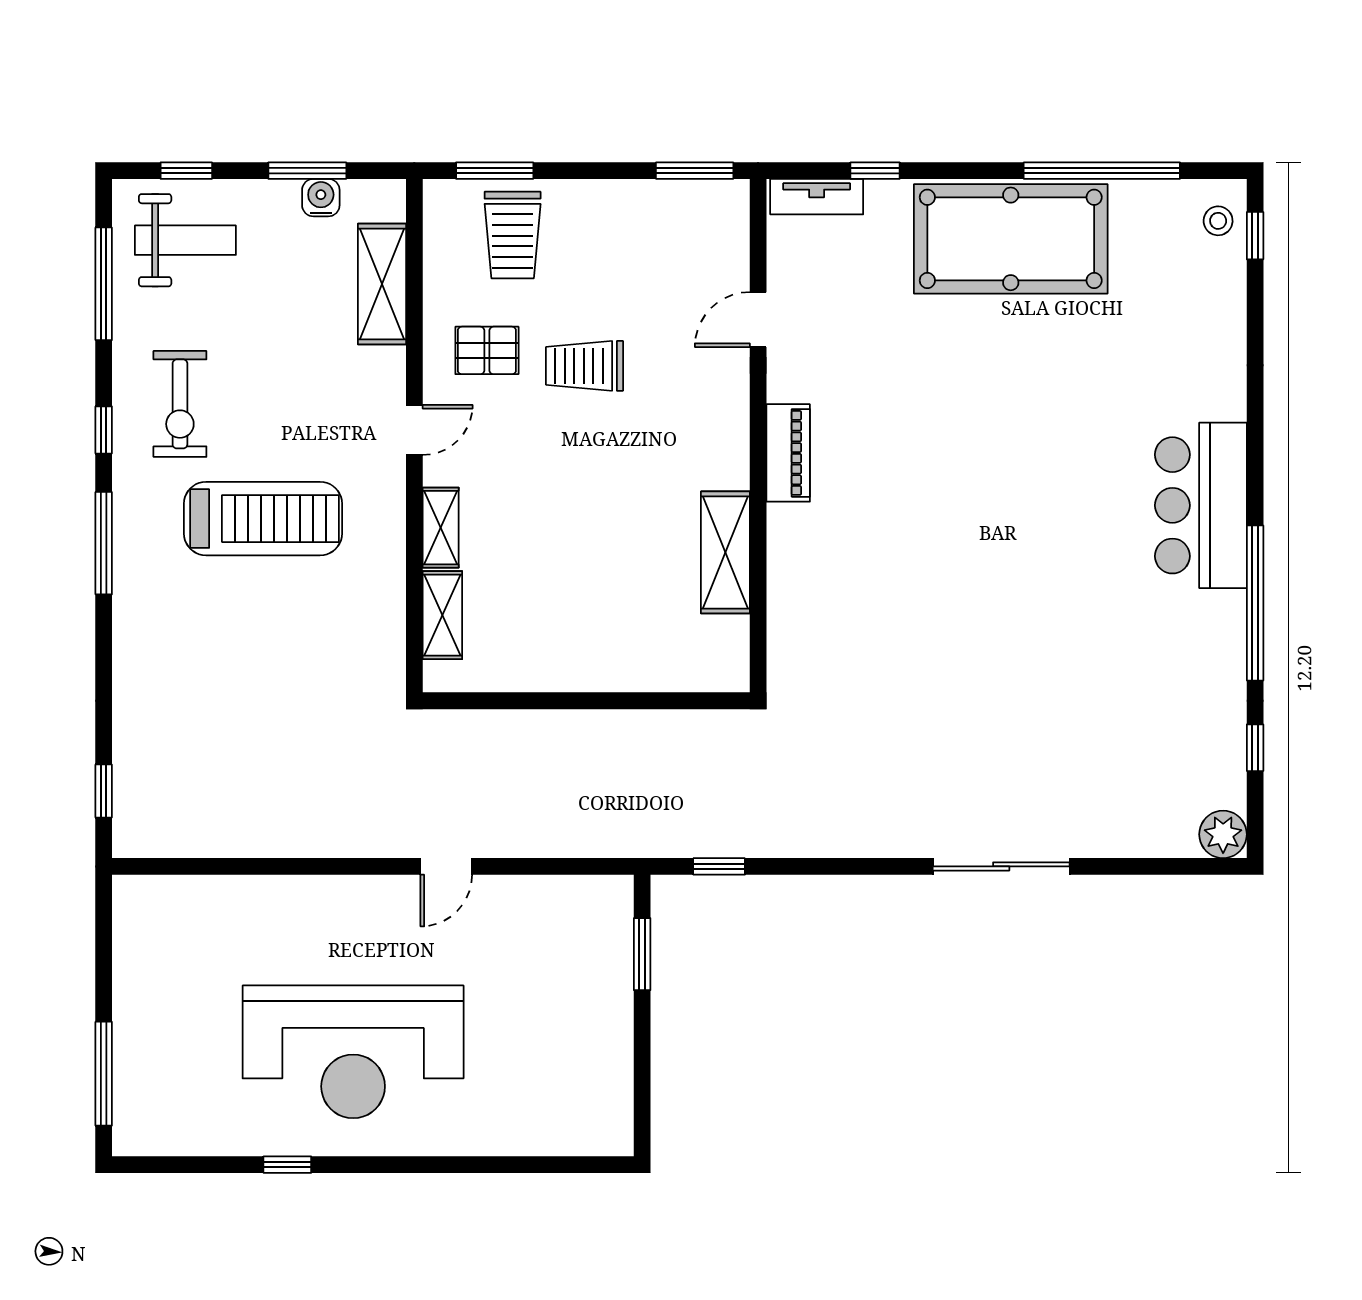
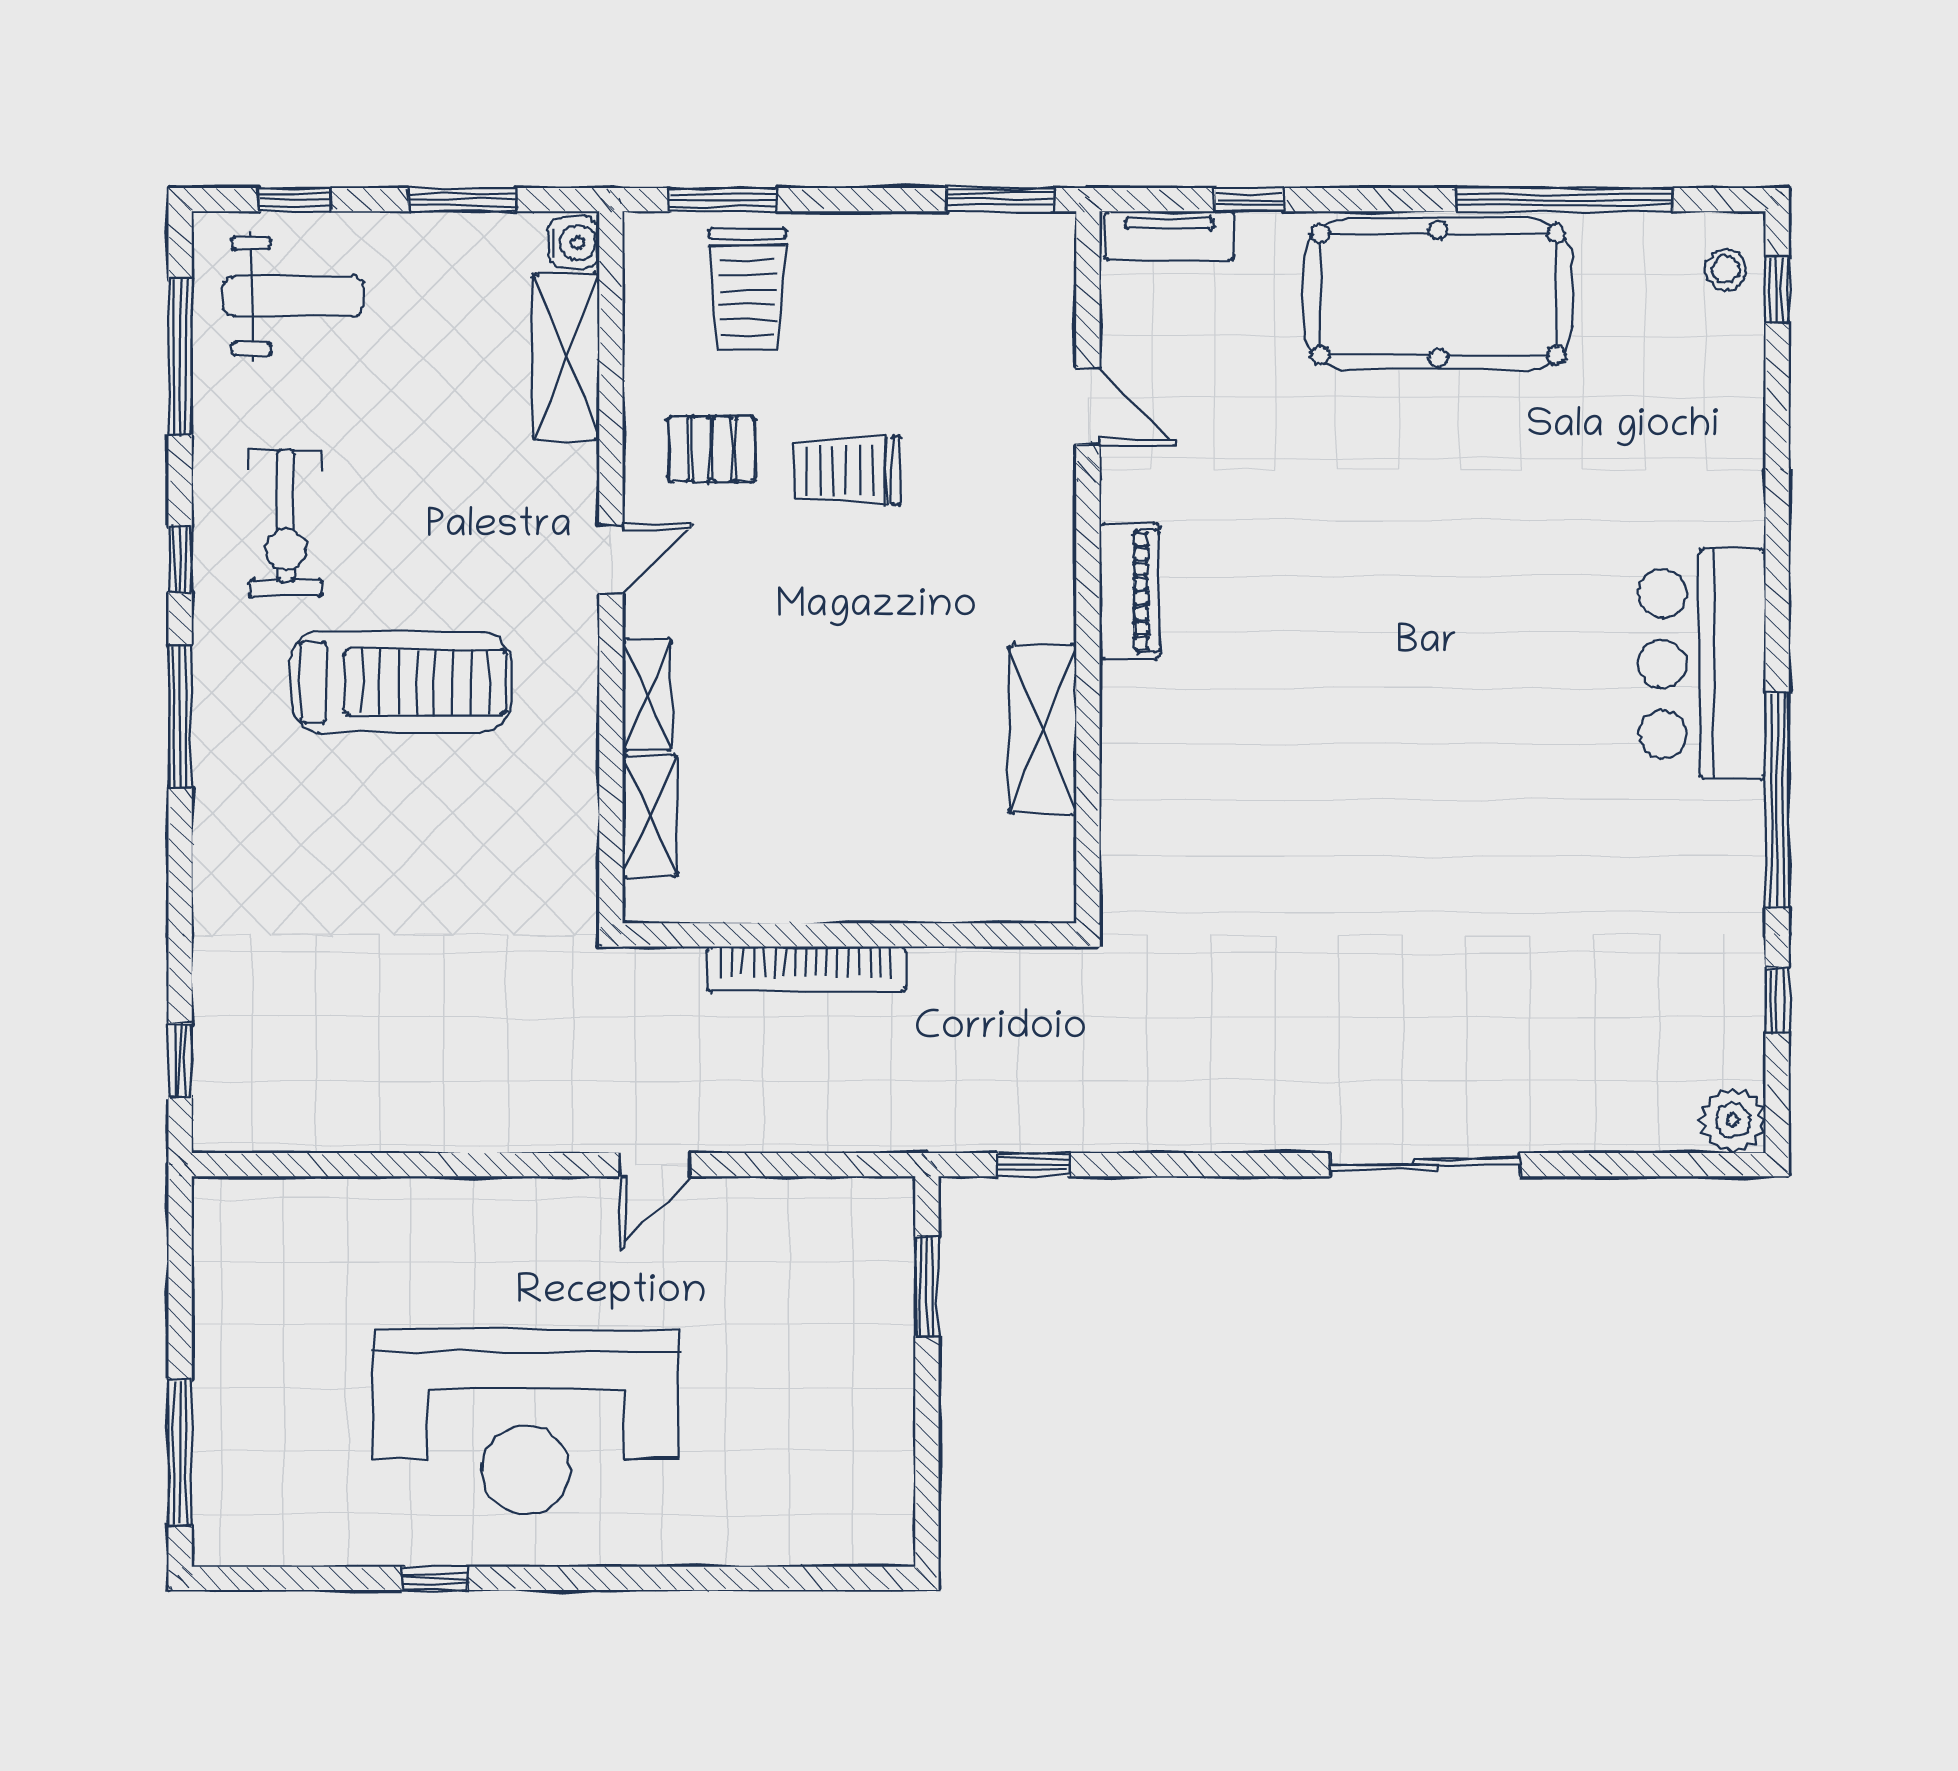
water cooler: (321, 198) -> (574, 243), moved, turned 90
door: (758, 320) -> (1088, 406), swing flipped
bookcase: (555, 725) -> (806, 969), added

